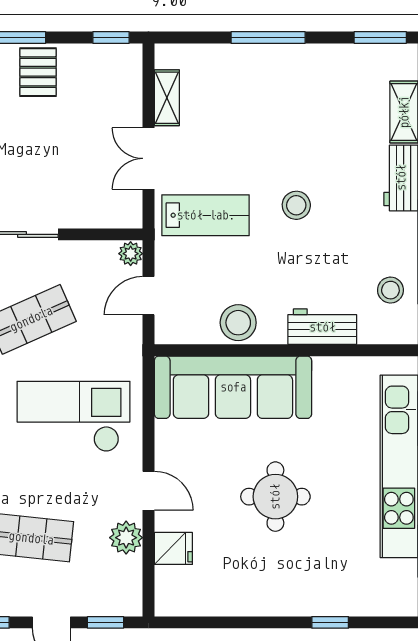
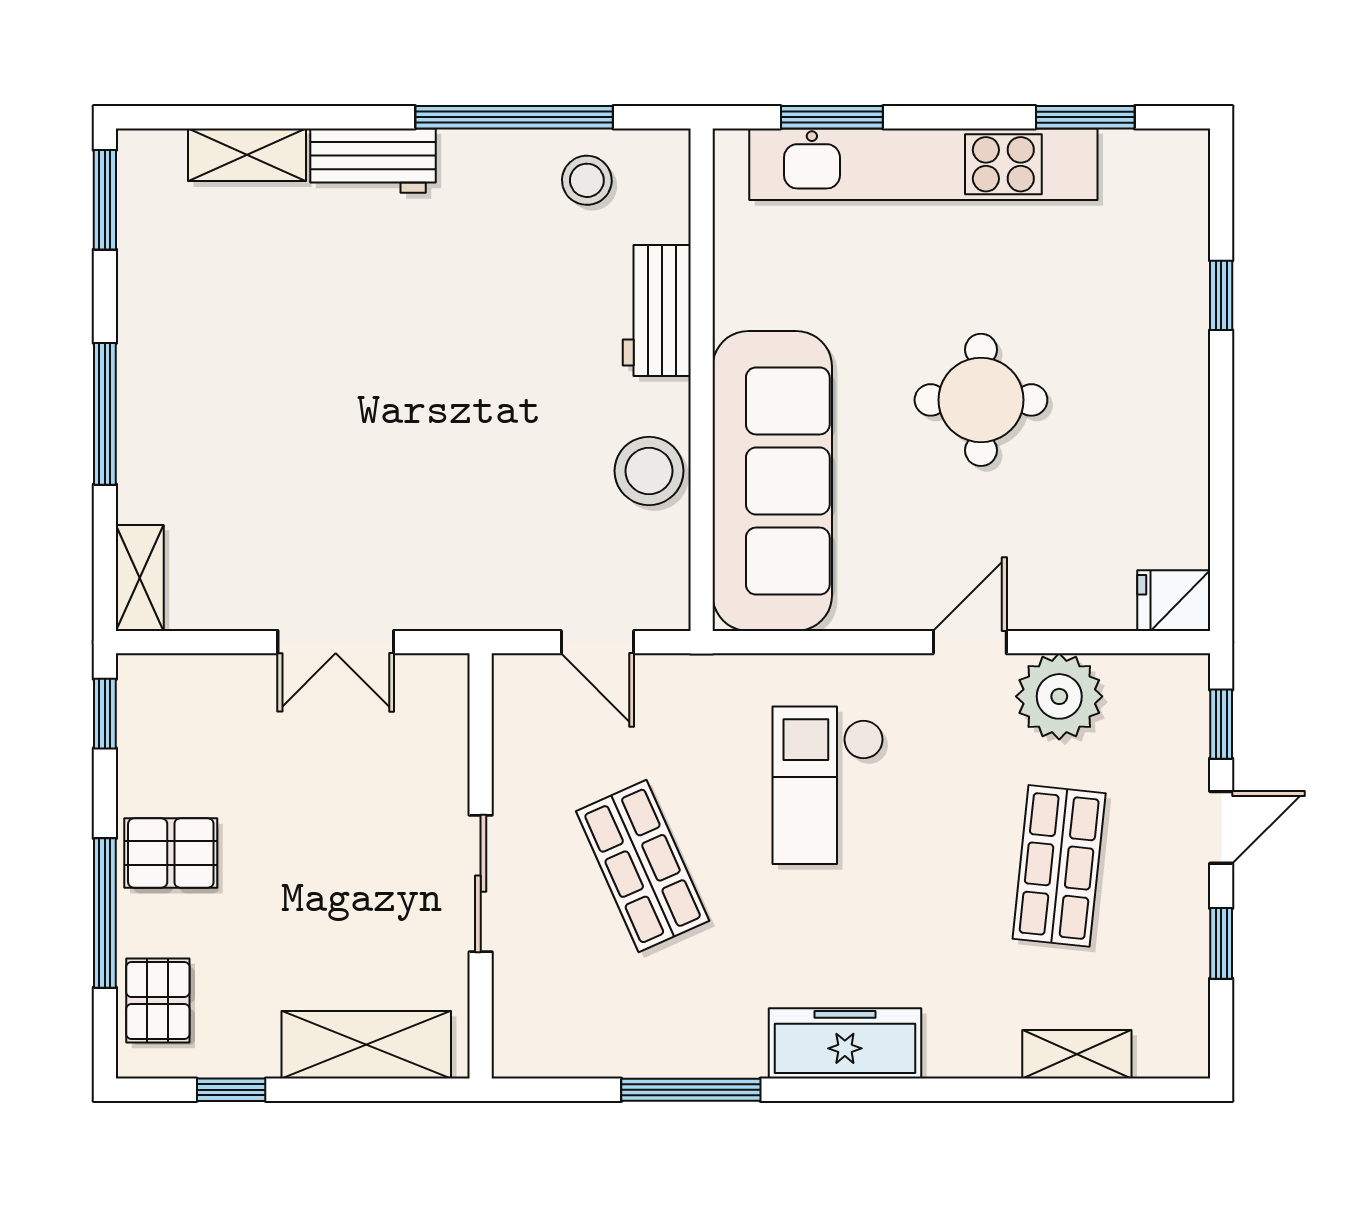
shelving: (167, 98) -> (140, 578), moved, turned 90
stool: (296, 205) -> (425, 360), removed
lab bench: (206, 215) -> (444, 533), removed
plant: (131, 254) -> (517, 676), removed
checkout: (74, 416) -> (828, 785), width x0.73, depth x0.83
plant: (126, 538) -> (1059, 696), width x1.36, depth x1.36
fridge: (173, 548) -> (1174, 601), moved, turned -90

